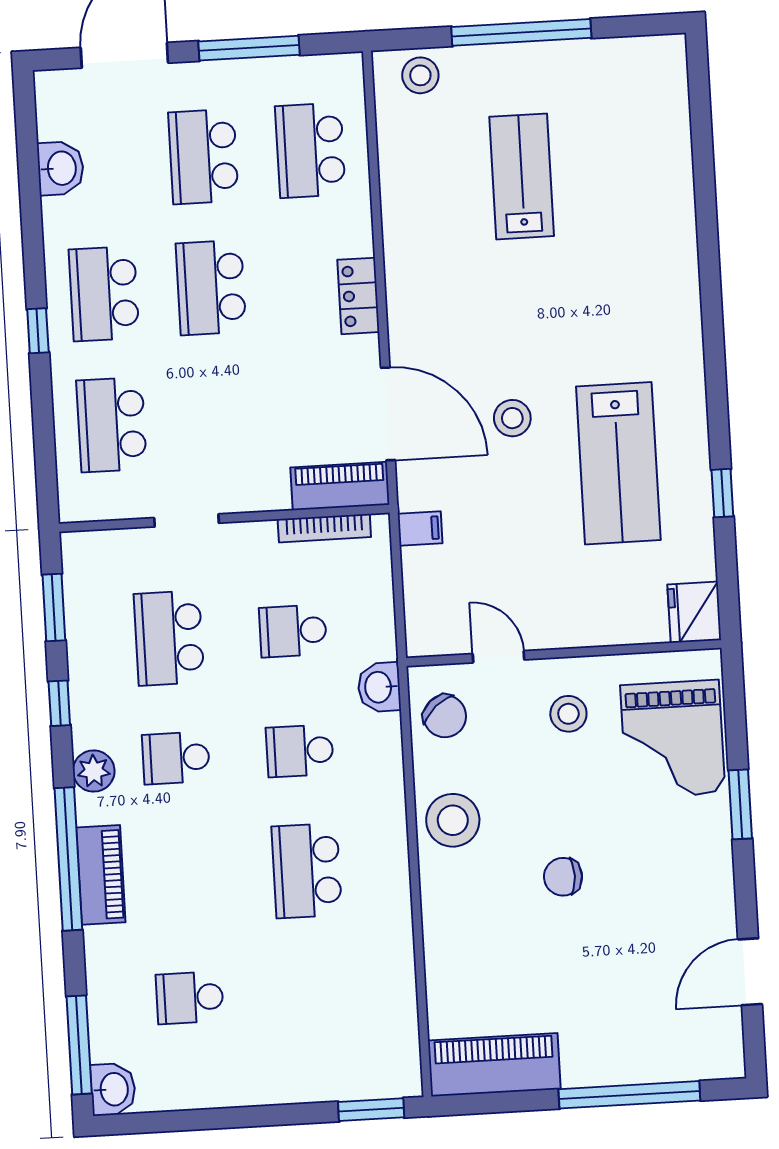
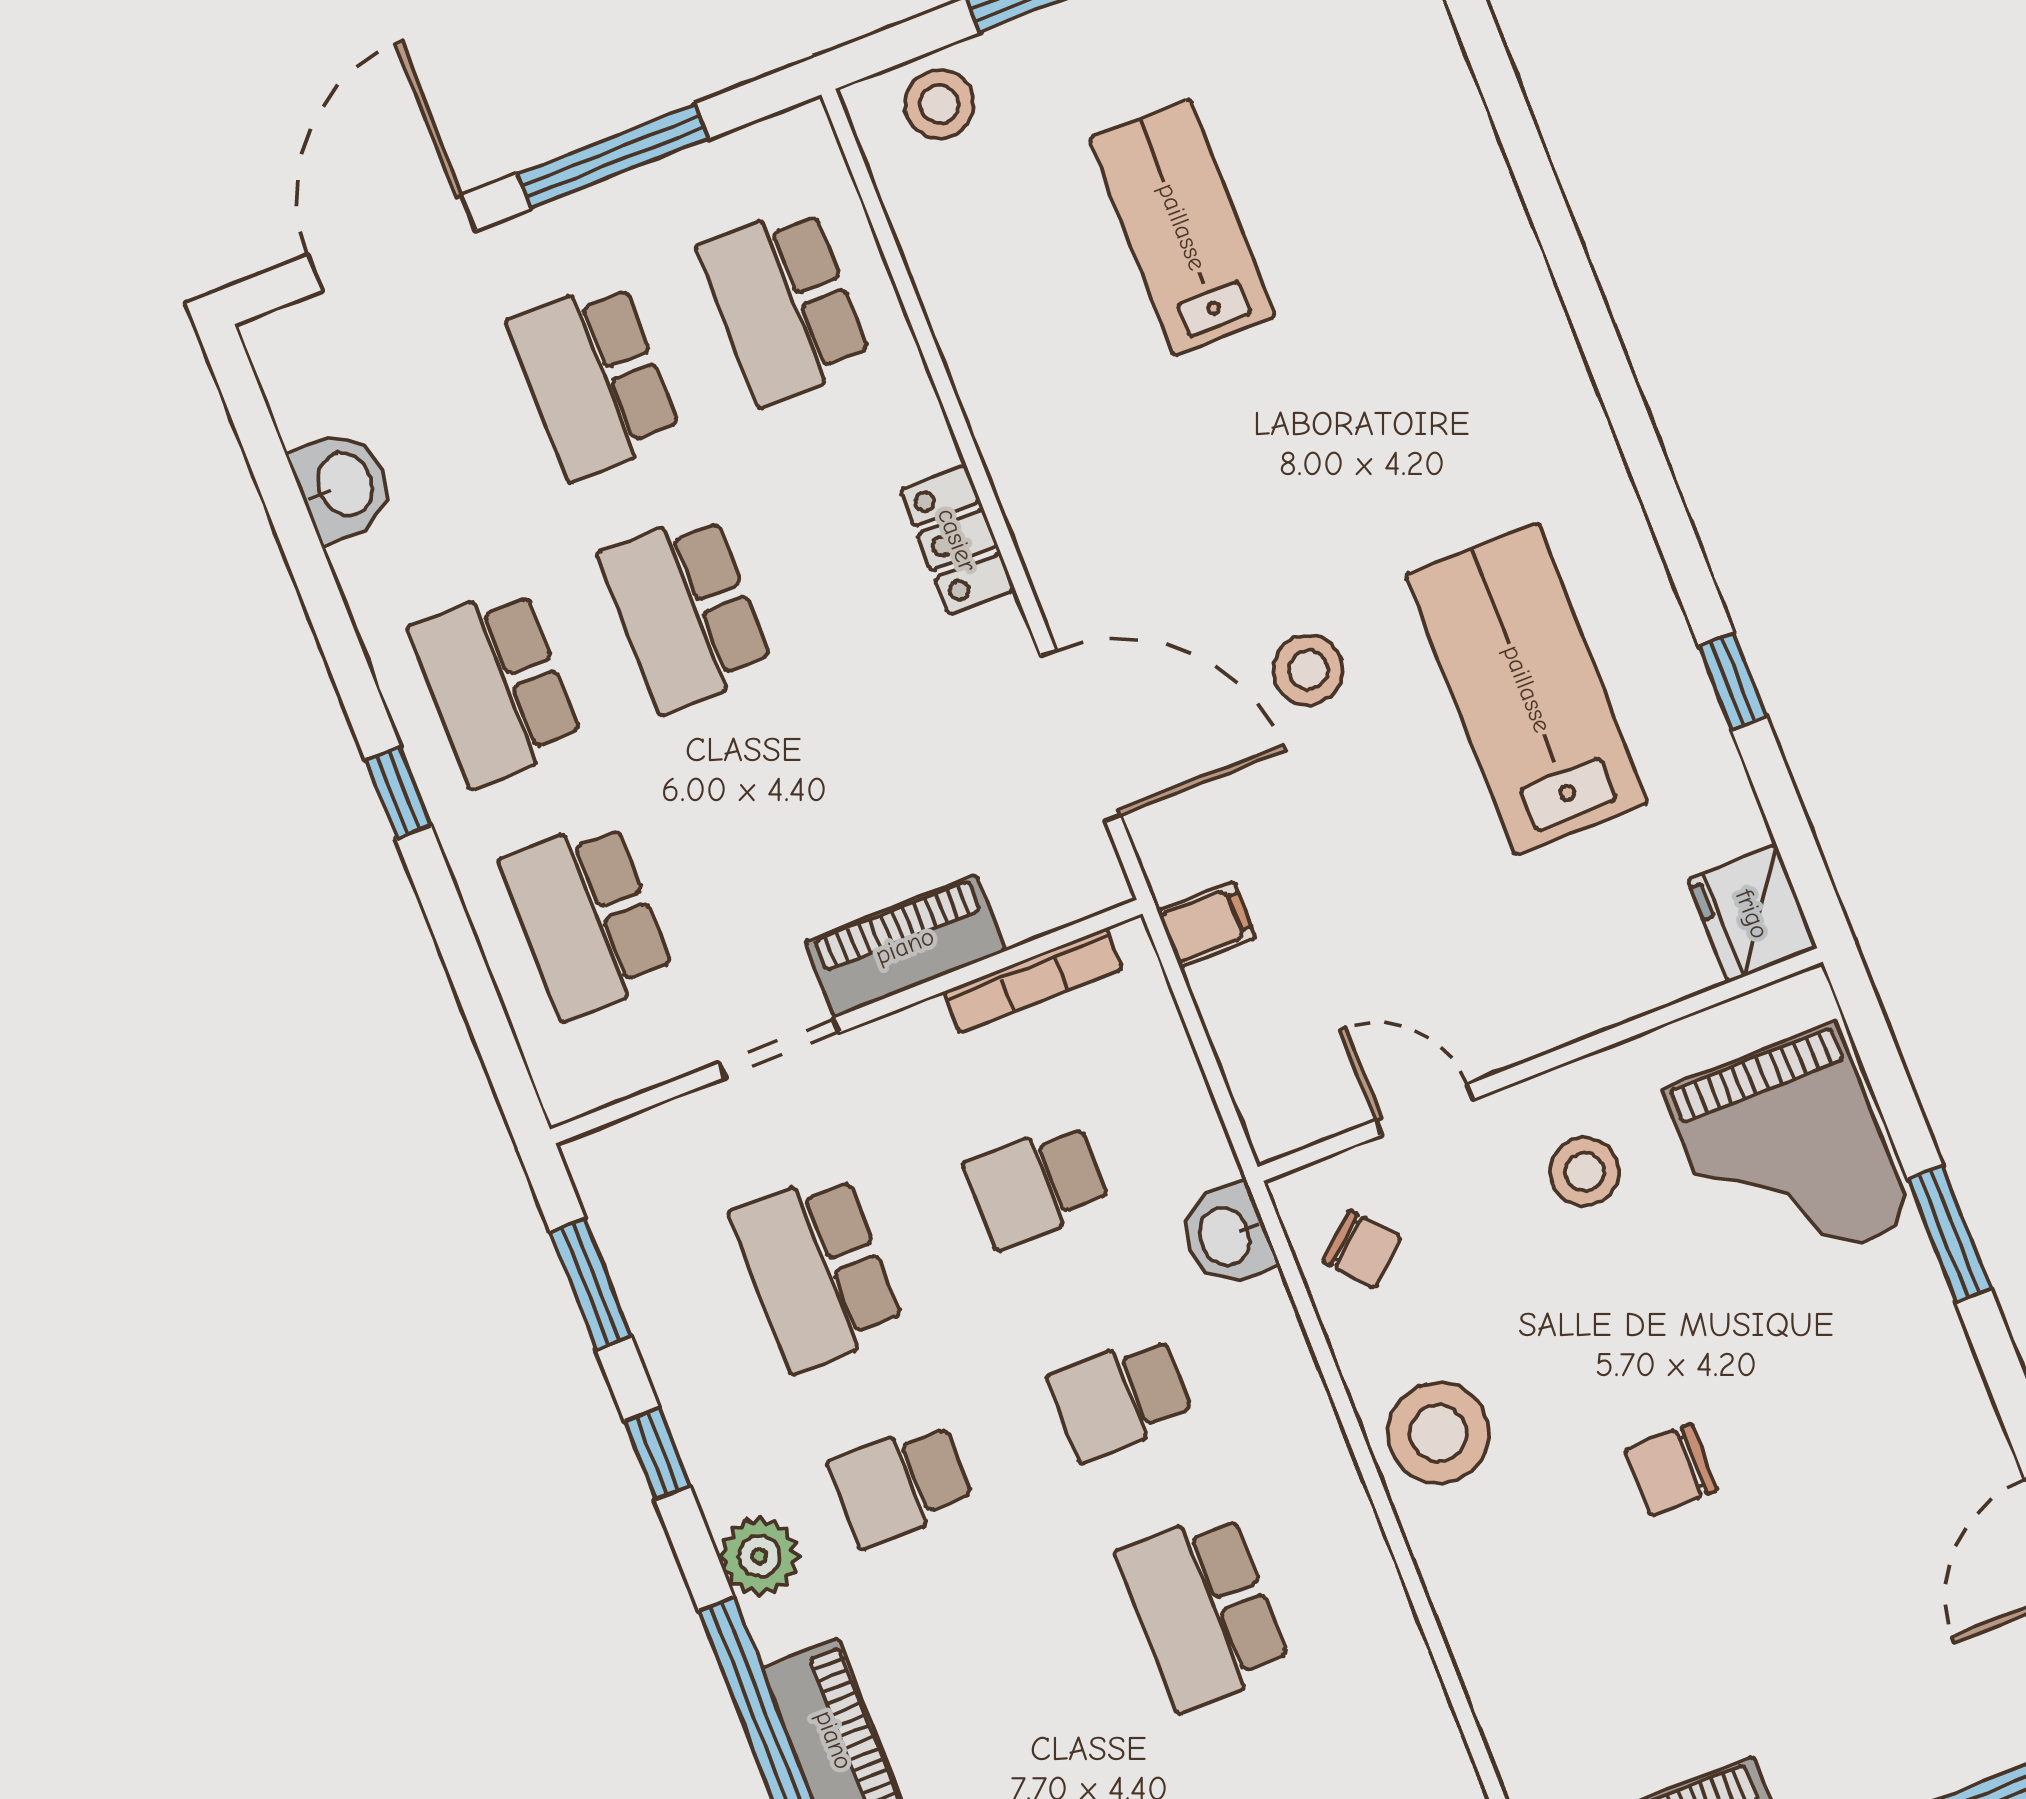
lab bench: (618, 463) -> (1527, 689), turned 180
piano: (340, 486) -> (905, 946), moved
chair: (445, 716) -> (1362, 1249), width x0.73, depth x0.73

